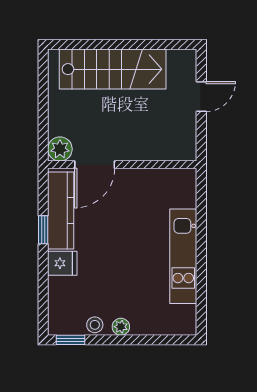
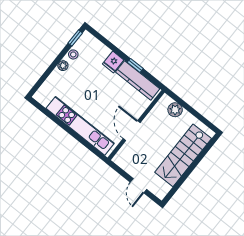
plant: (60, 149) -> (175, 110), moved
door: (95, 165) -> (132, 131), moved
kitchen unit: (183, 256) -> (80, 126), width x1.36

